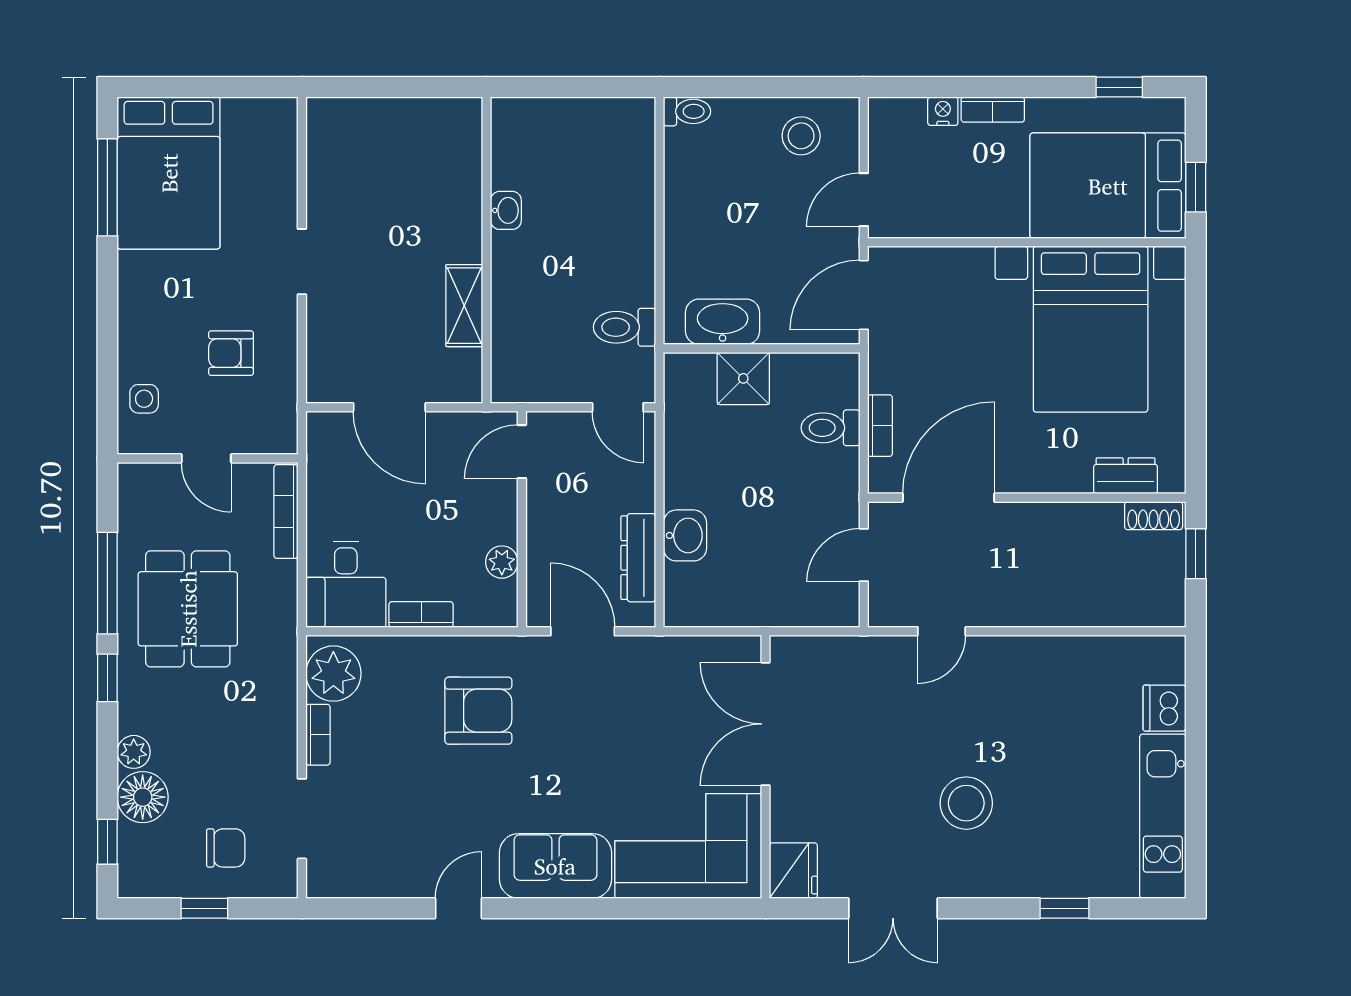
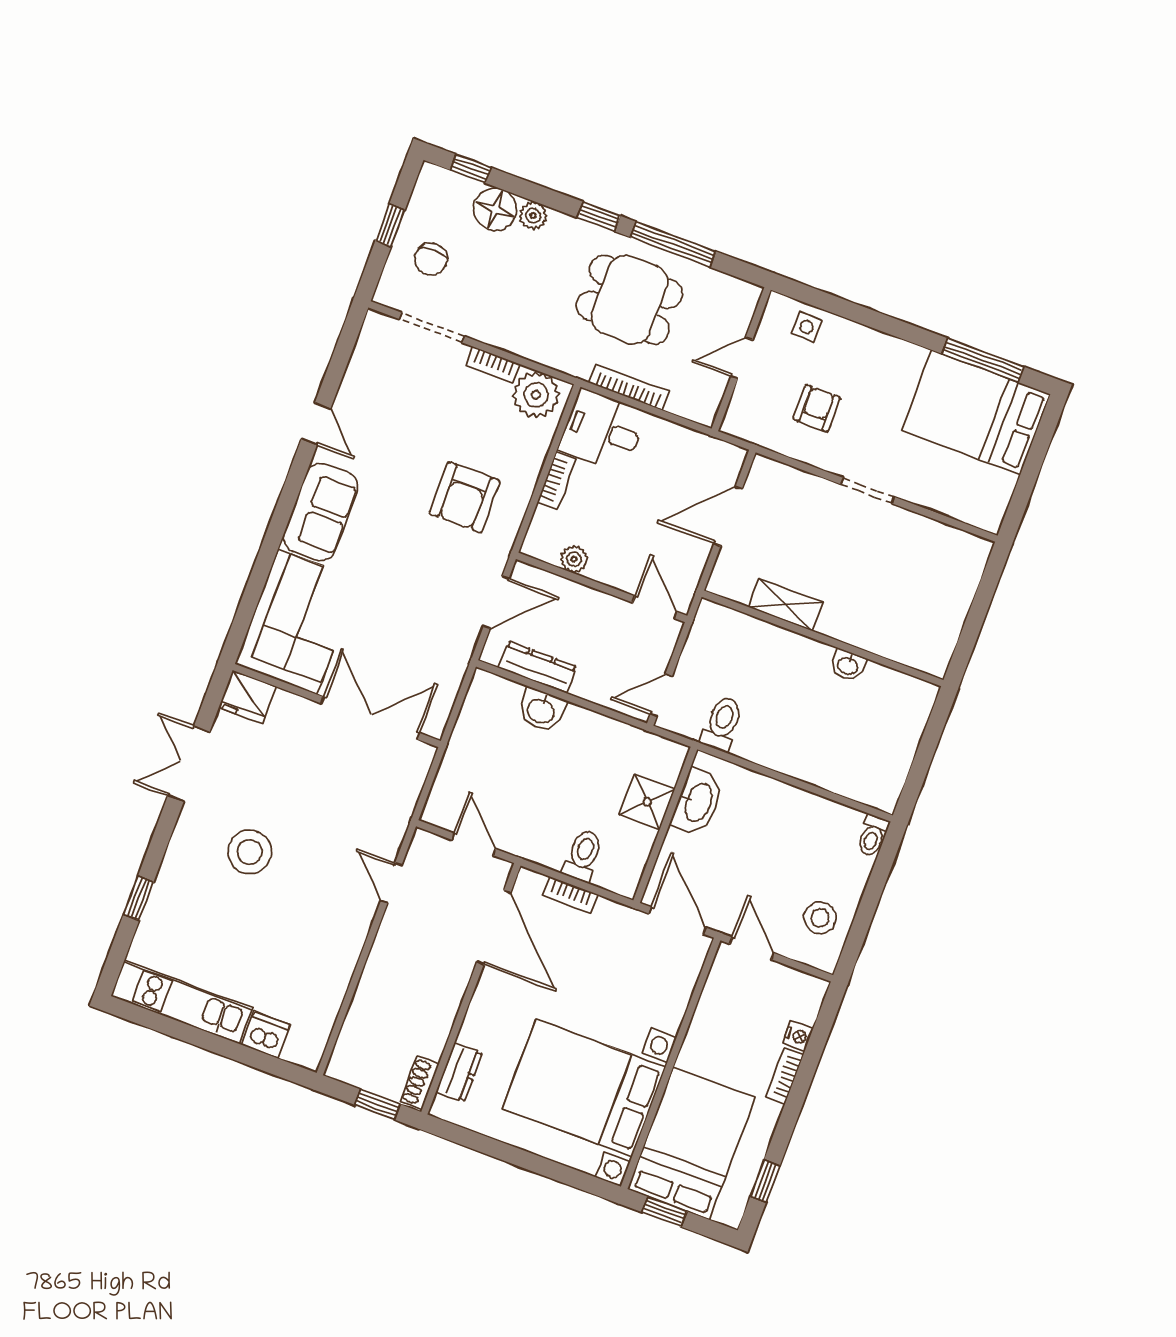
bookcase: (286, 512) -> (629, 387), moved

